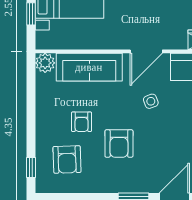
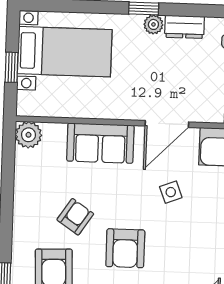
sofa: (89, 67) -> (100, 143), width x0.73
armchair: (82, 122) -> (75, 217), turned -146

